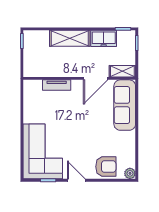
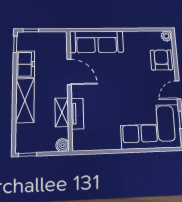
boiler: (29, 71) -> (63, 145), added
shelving: (122, 71) -> (62, 112), moved

